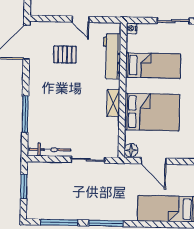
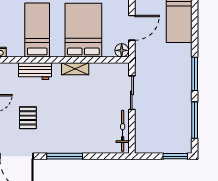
workbench: (112, 56) -> (35, 71), width x0.73
window: (25, 114) -> (65, 156), moved
window: (24, 186) -> (175, 156), moved

